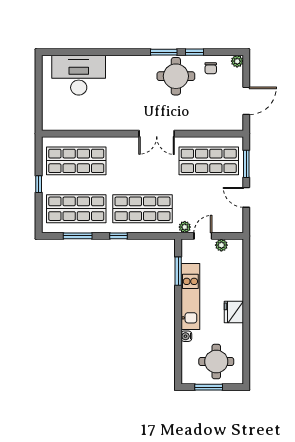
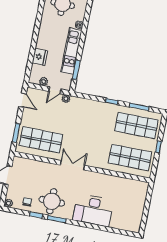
desk: (79, 75) -> (93, 210), moved
door: (246, 197) -> (23, 100), moved
shop shelf: (142, 209) -> (92, 117), removed
fridge: (234, 312) -> (40, 57), moved

